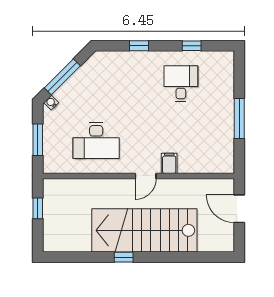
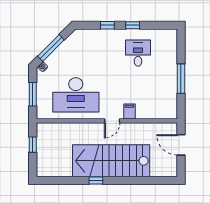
window: (192, 46) -> (133, 25), moved
desk: (96, 141) -> (76, 95), width x1.36, depth x1.30

